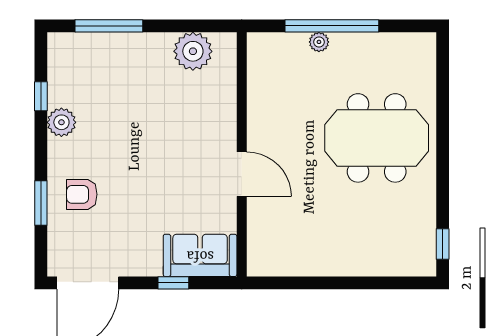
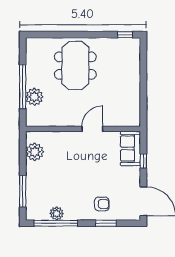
plant: (319, 42) -> (34, 97), width x1.87, depth x1.87
window: (41, 96) -> (56, 223), width x3.17
plant: (61, 122) -> (57, 214), moved
armchair: (82, 194) -> (102, 204), turned -90

